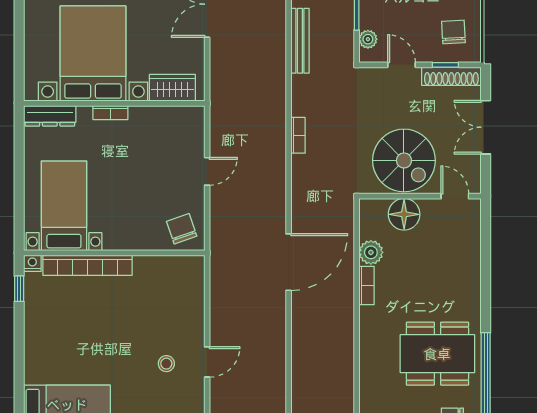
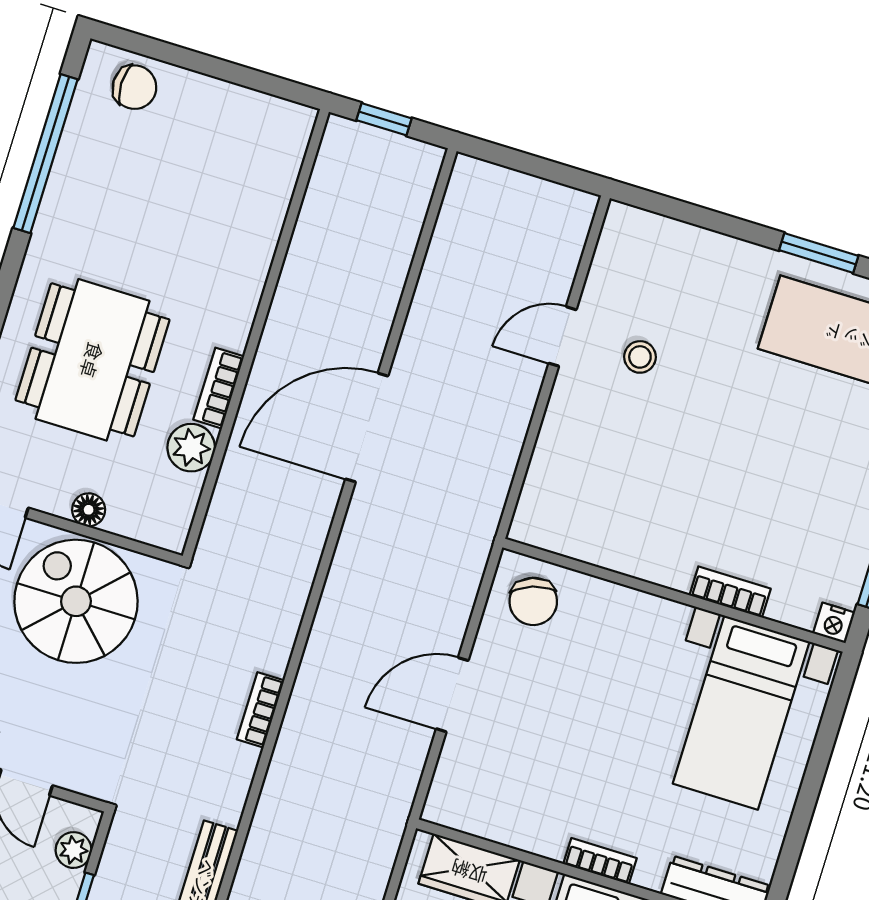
door: (207, 171) -> (452, 695), width x1.38
floor lamp: (404, 214) -> (89, 510), width x0.53, depth x0.53
door: (289, 262) -> (367, 428), moved
bookcase: (87, 265) -> (730, 592), width x0.43, depth x0.76
dining table: (437, 354) -> (92, 360), moved, turned 90

